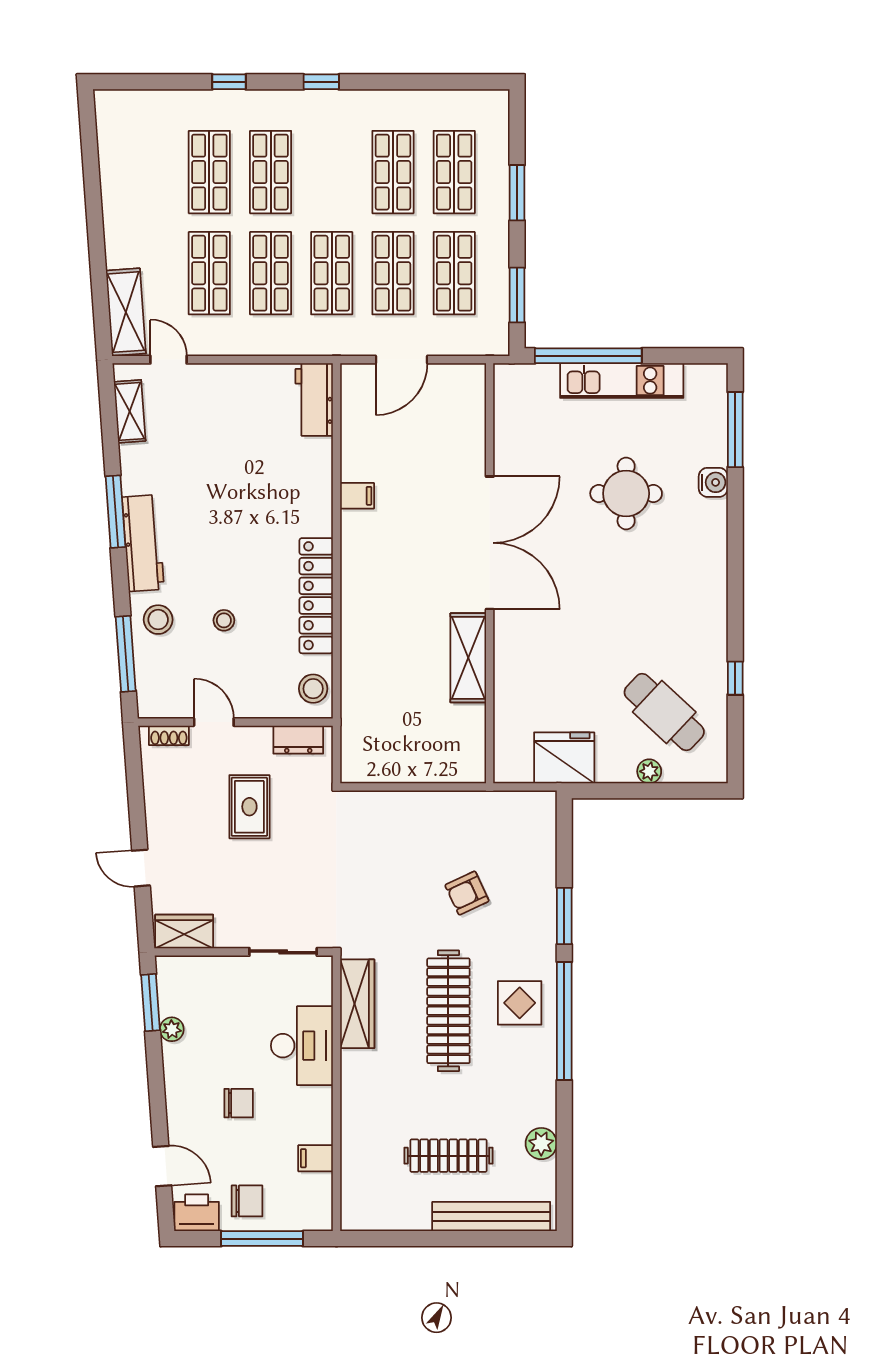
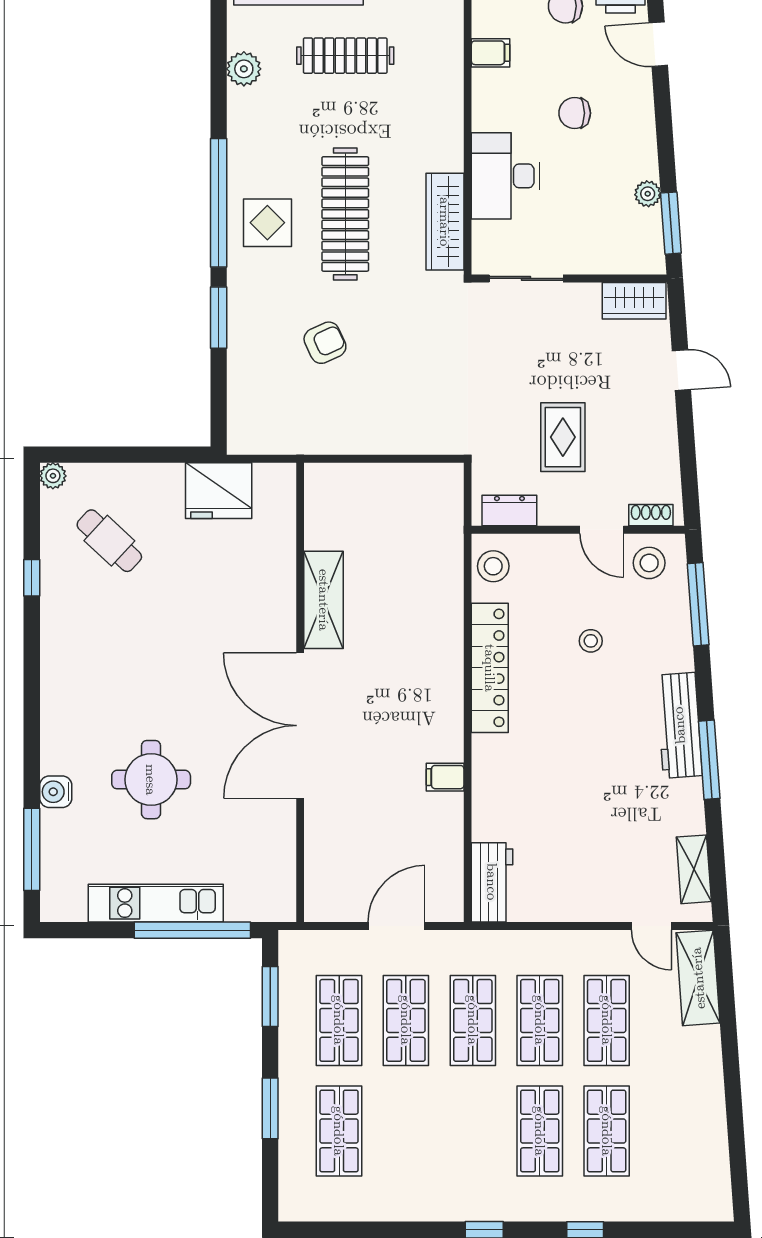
shop shelf: (393, 172) -> (406, 1131), removed
stool: (158, 620) -> (649, 563), moved
cafe table: (664, 712) -> (109, 541), width x0.73, depth x0.74
plant: (649, 771) -> (53, 476), moved

